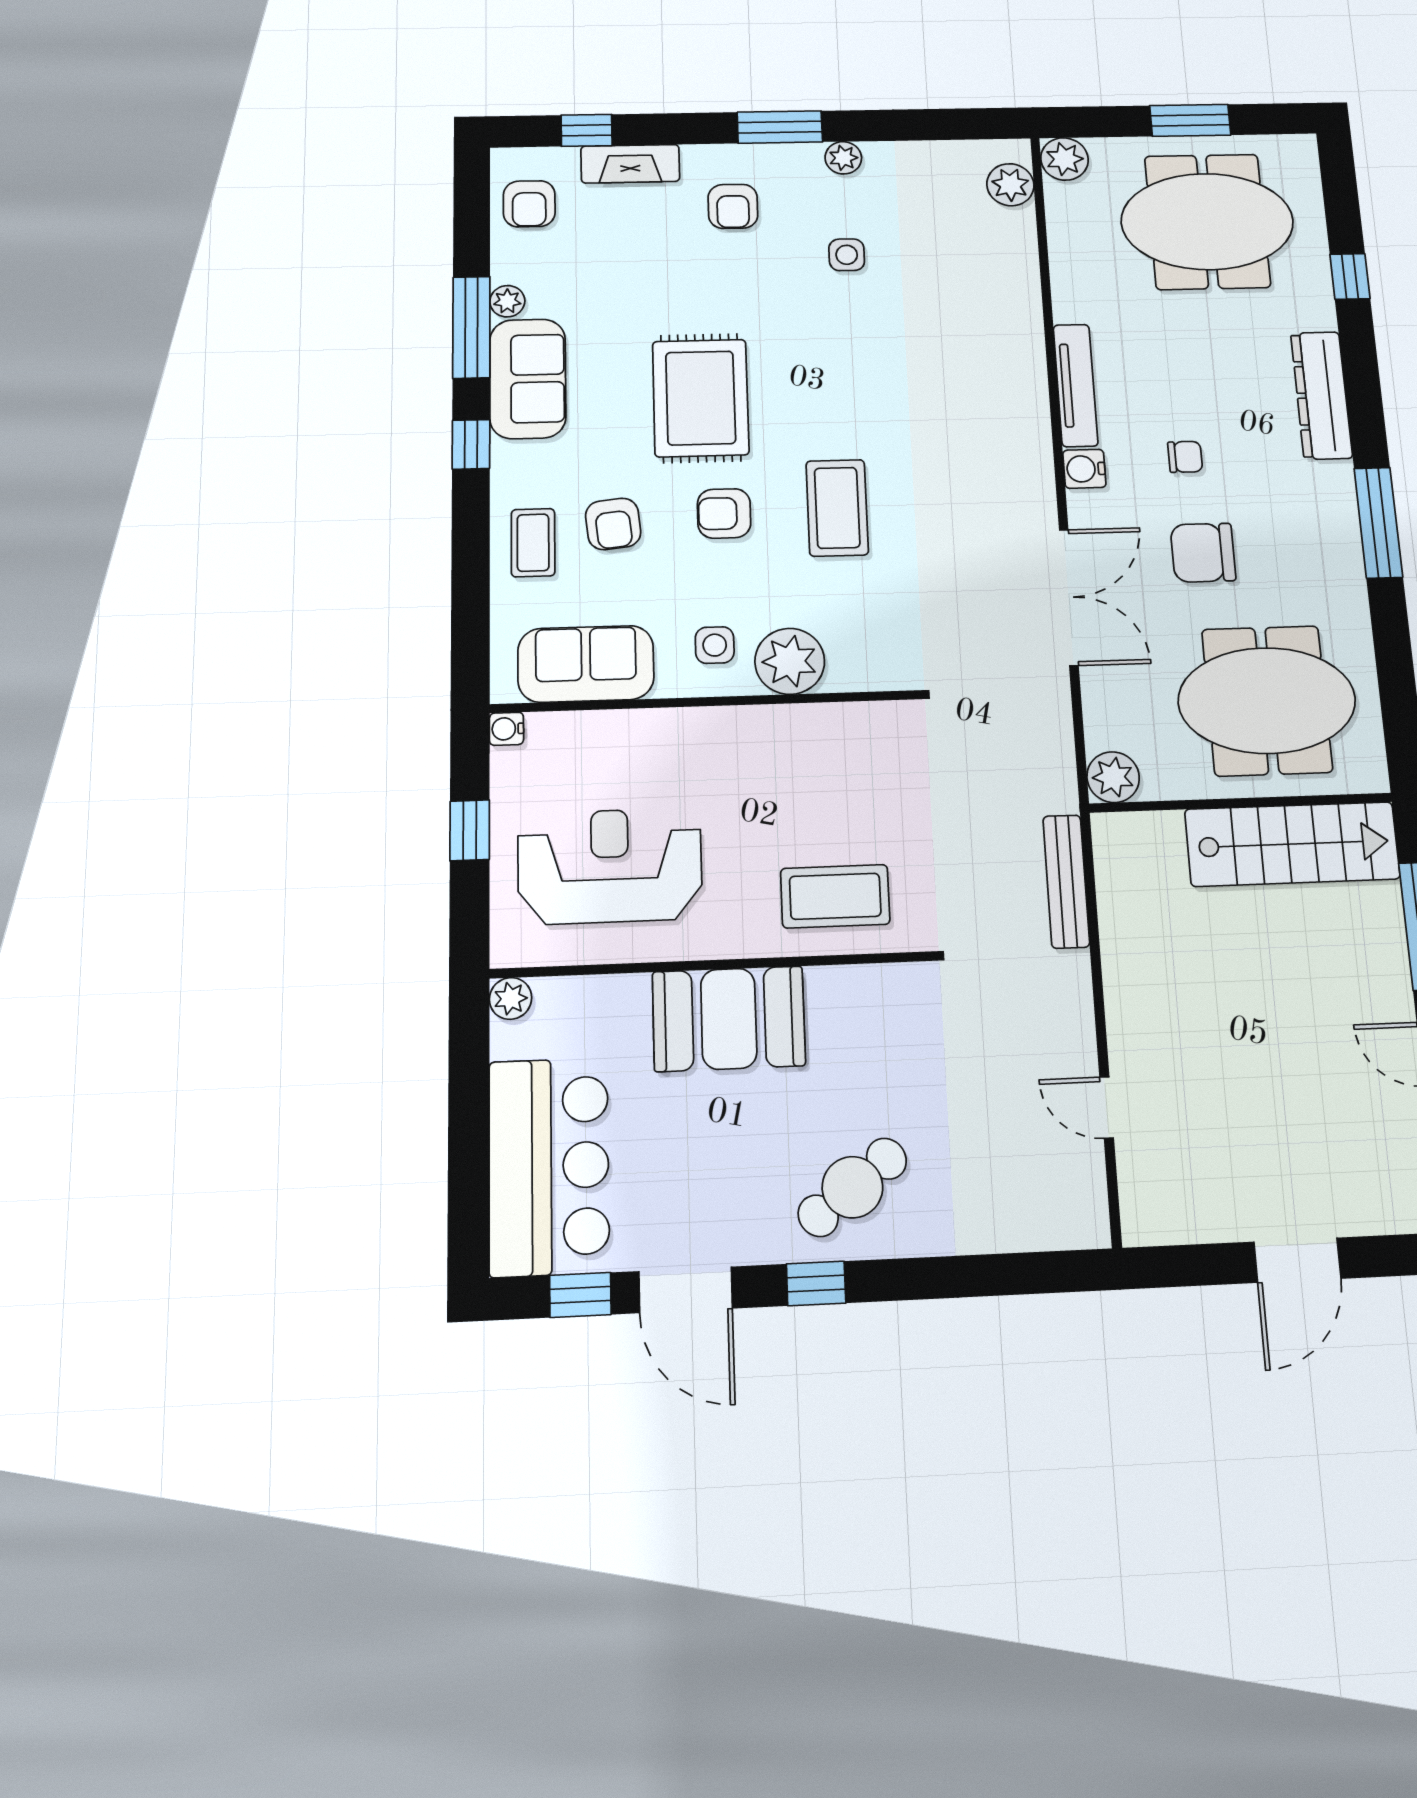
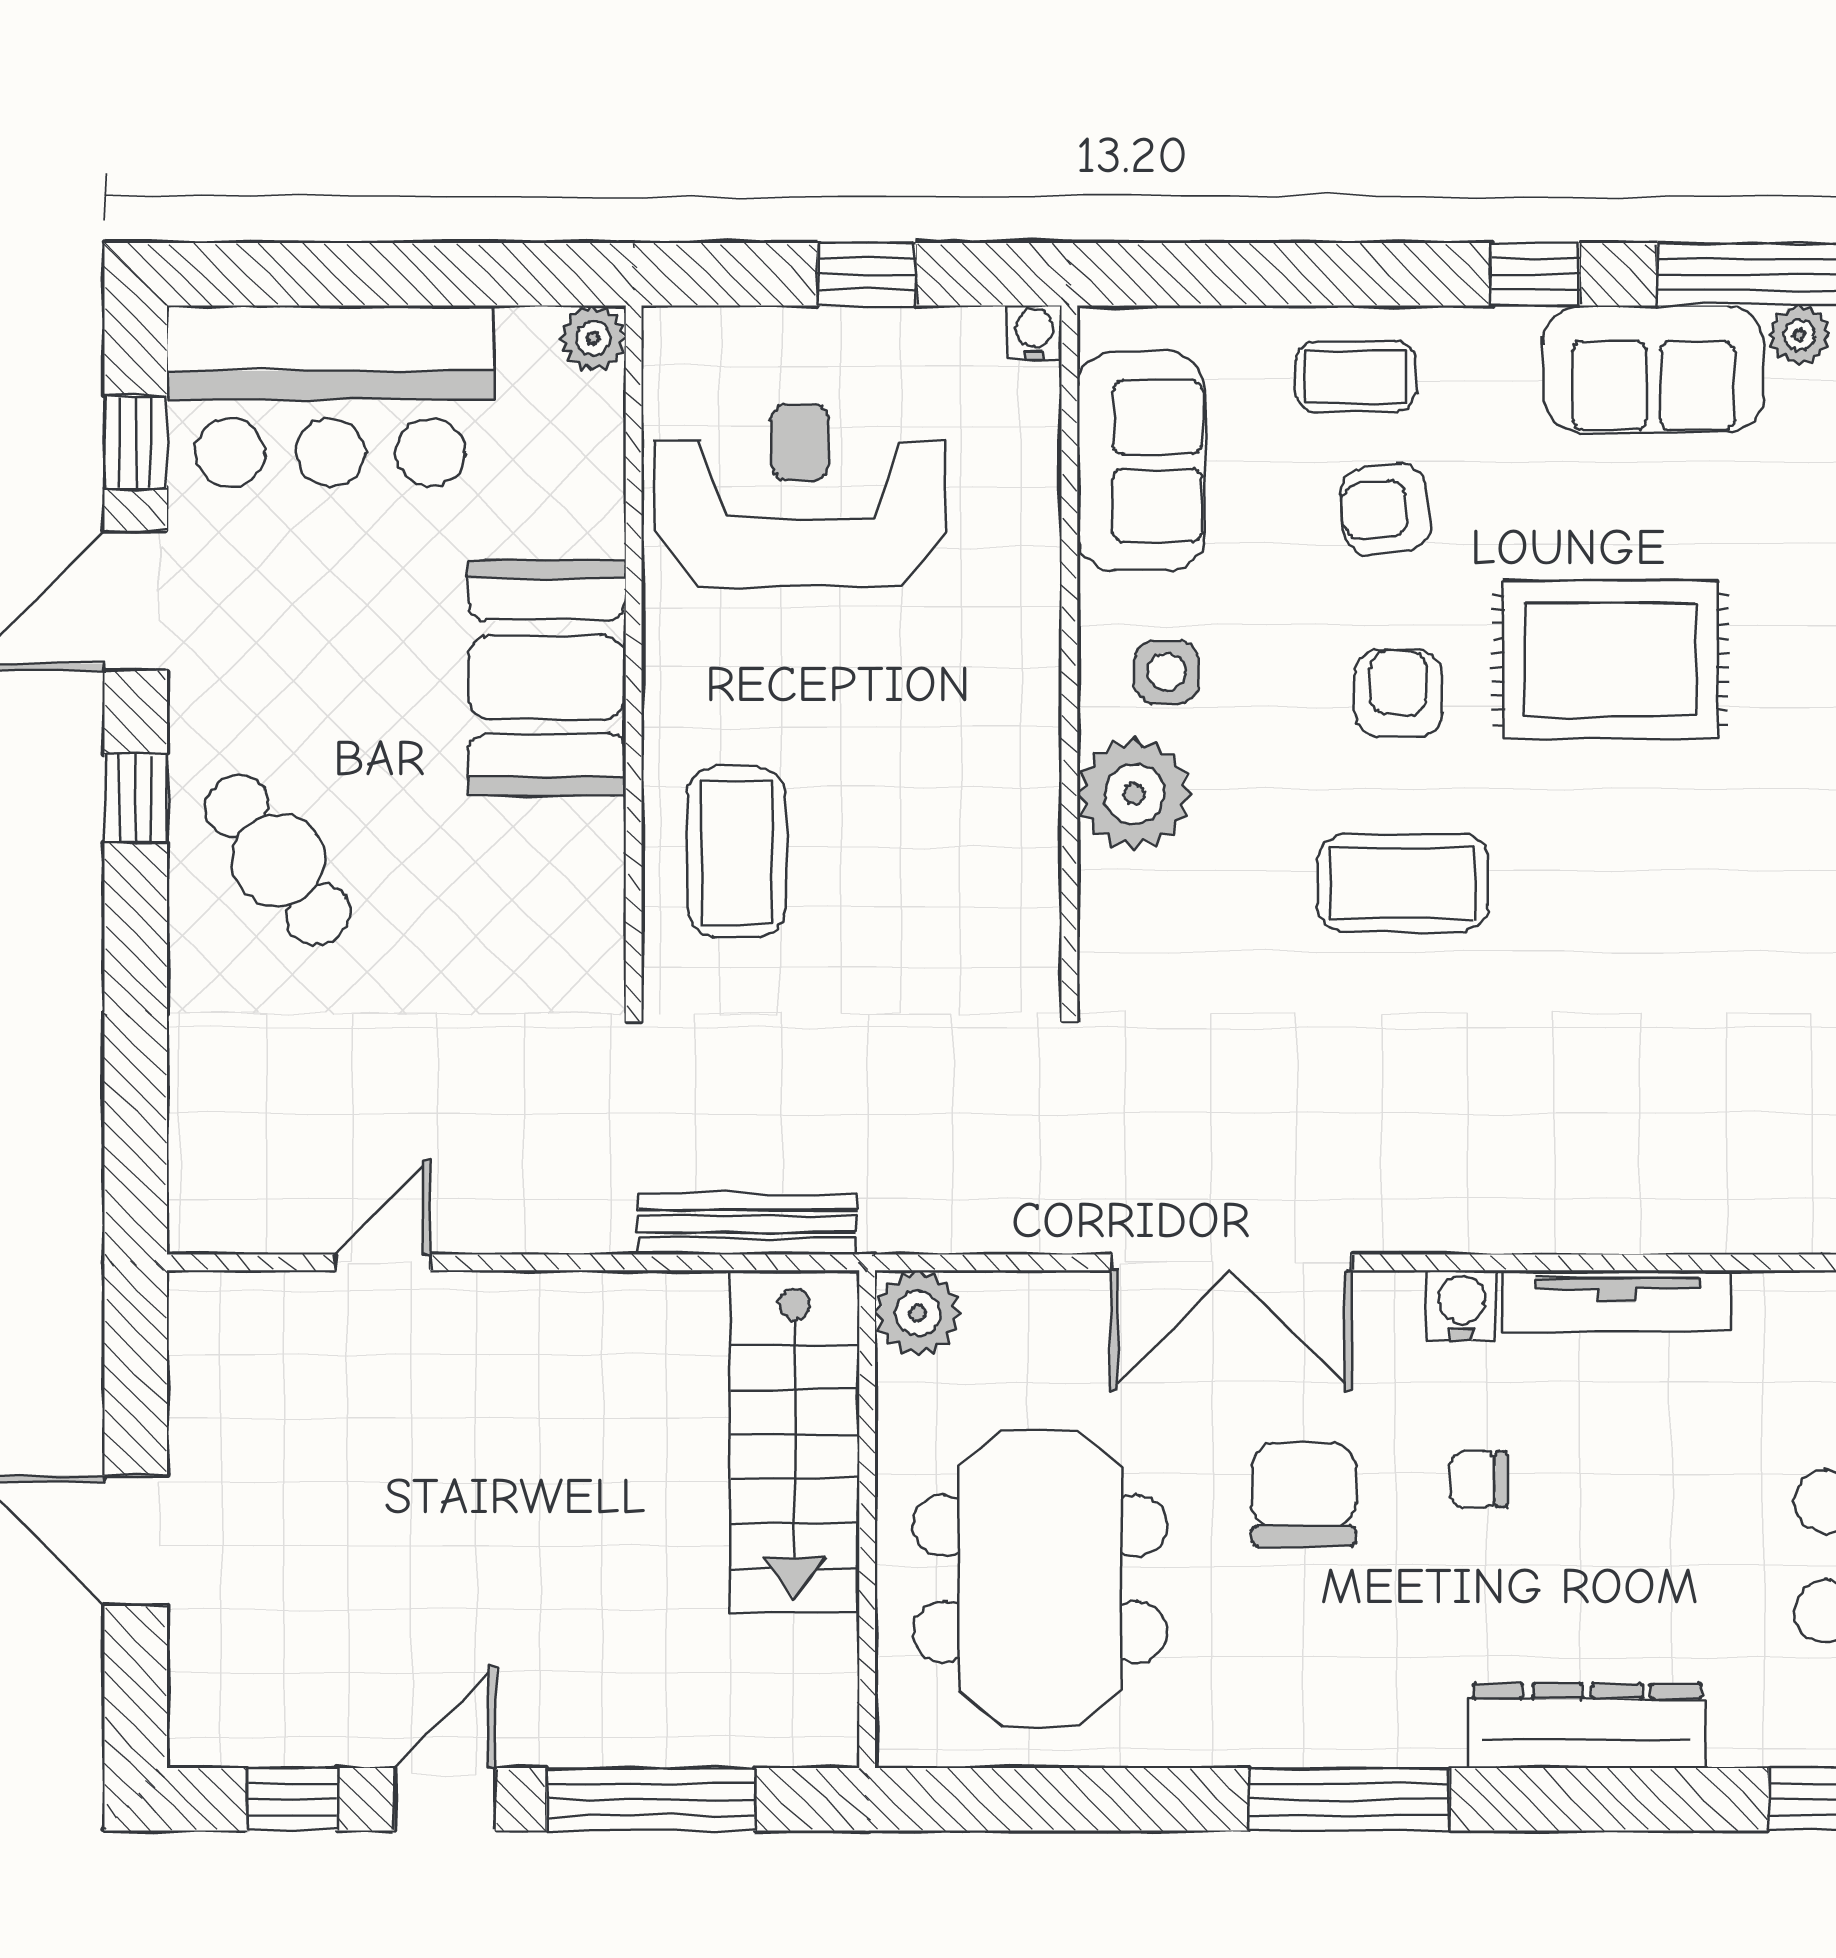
chair: (1185, 457) -> (1479, 1479), turned 90
stairs: (1292, 844) -> (795, 1441), moved
reception desk: (610, 866) -> (800, 496), turned -90

